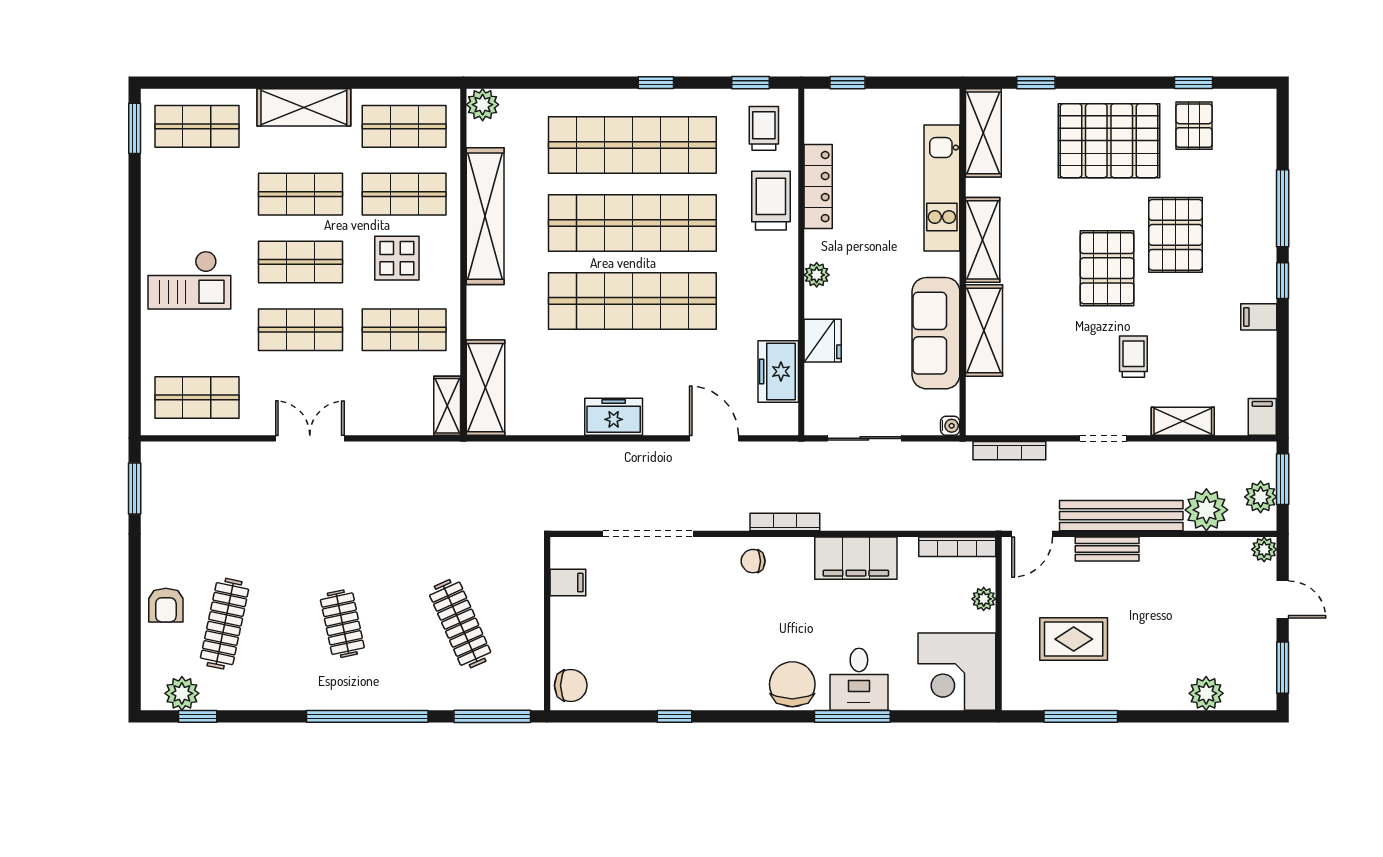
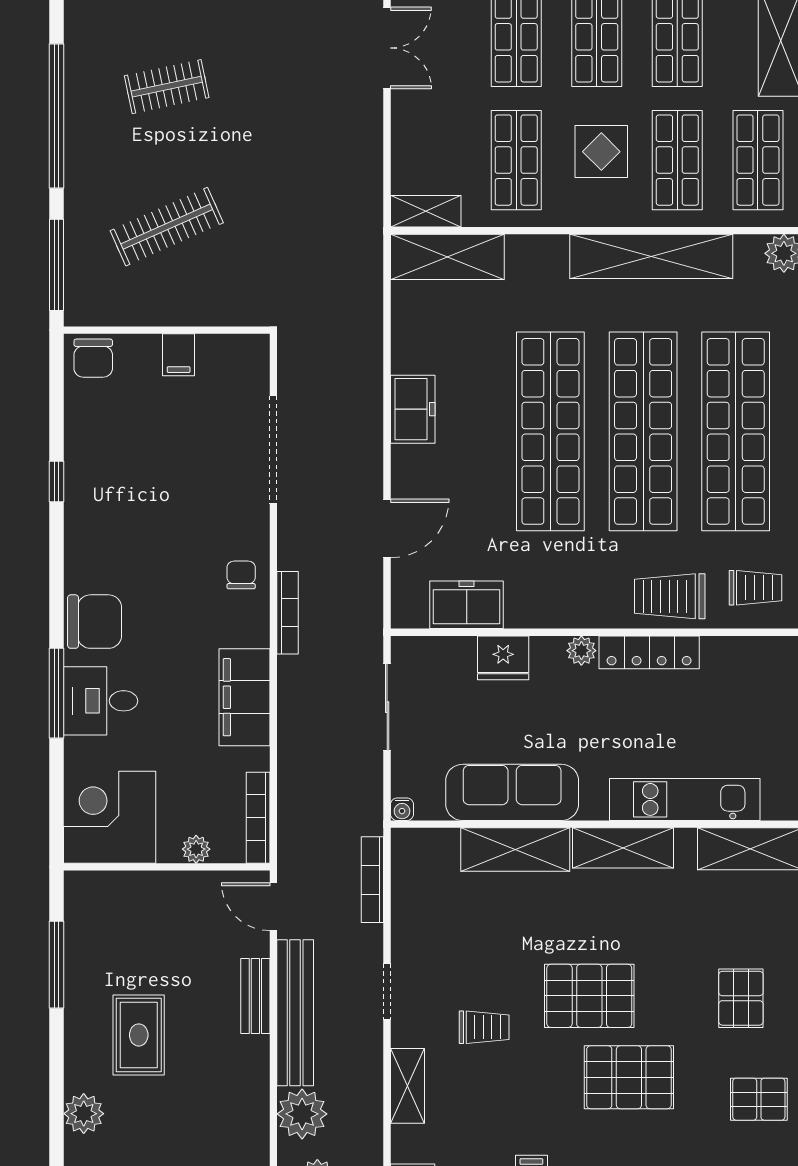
pallet: (1109, 141) -> (741, 998), width x0.49, depth x0.50
locker: (818, 187) -> (649, 652), moved
trolley: (771, 201) -> (670, 596), turned 180
filing cabinet: (568, 583) -> (179, 355), moved
rug: (1074, 639) -> (139, 1035), moved

